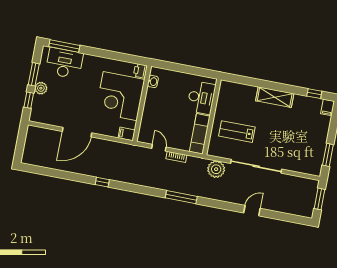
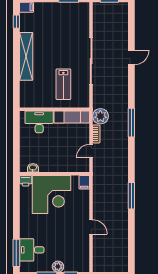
desk: (64, 63) -> (32, 250), width x0.73
shelving: (275, 97) -> (26, 56), width x1.47
door: (77, 132) -> (91, 227), width x0.53
plant: (216, 169) -> (100, 116), moved
window: (102, 182) -> (131, 196), width x2.17
door: (252, 211) -> (131, 57), swing flipped

